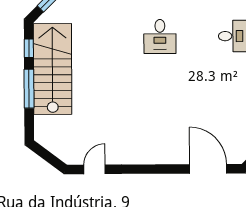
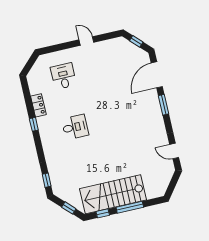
window: (164, 169) -> (164, 105), added

